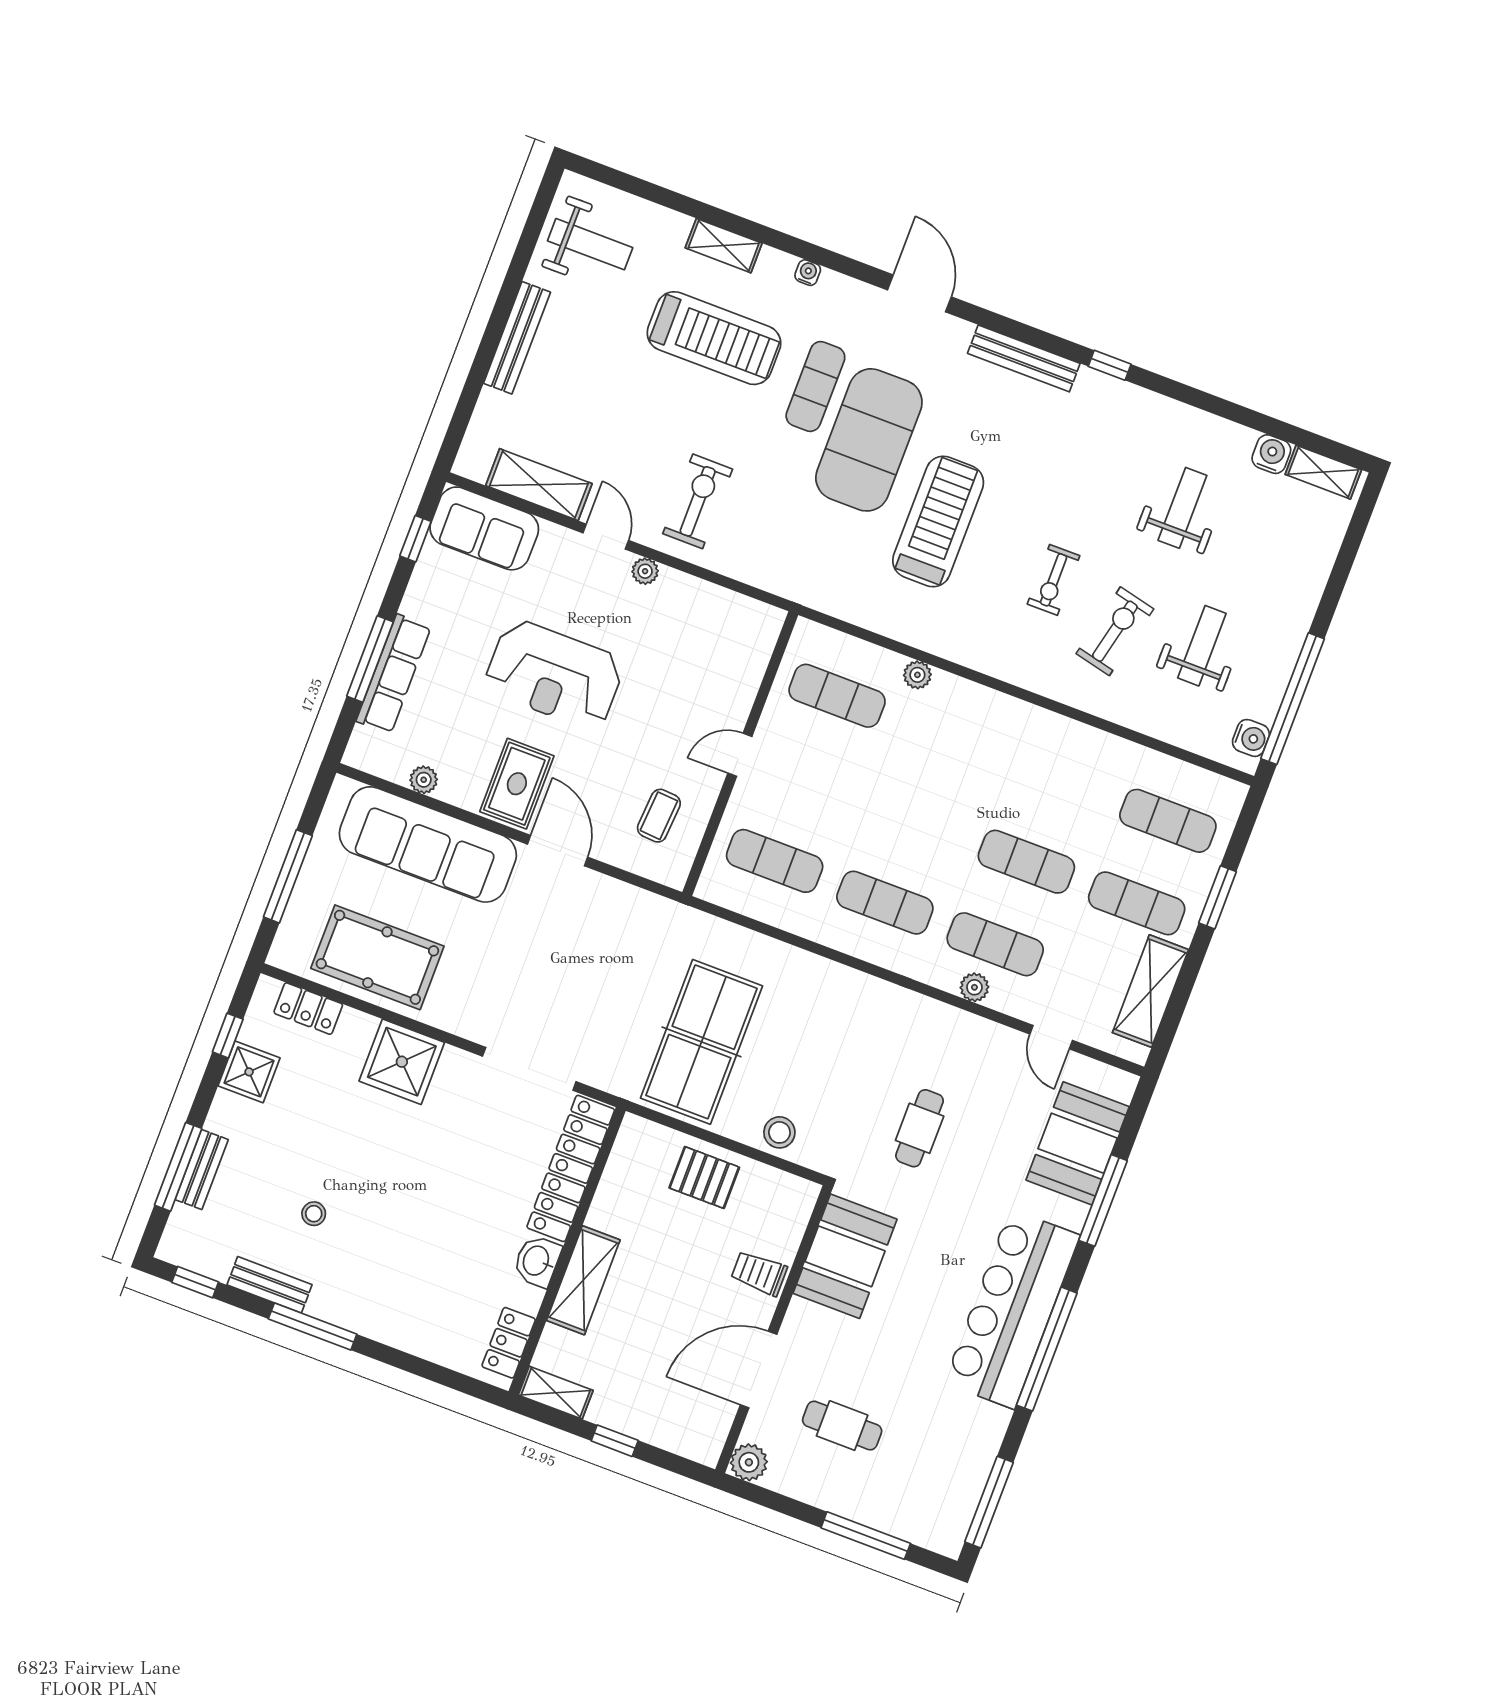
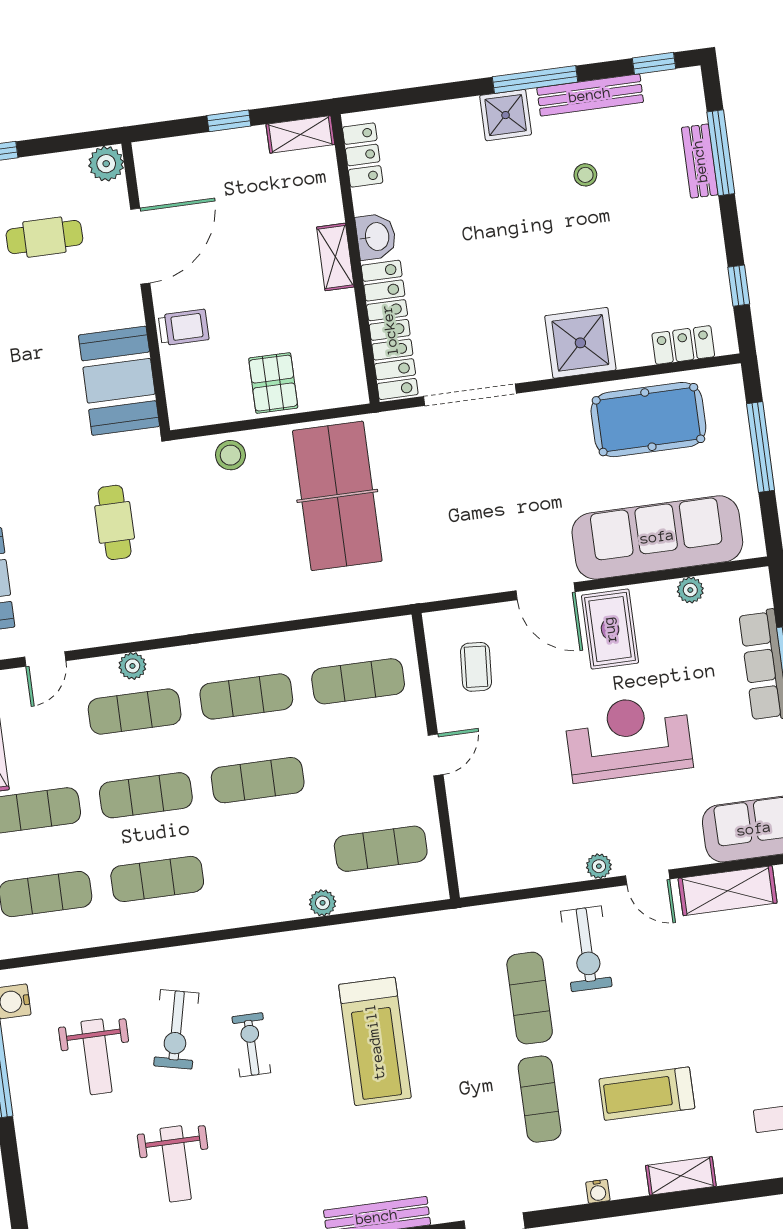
treadmill: (714, 338) -> (647, 1094), width x0.73, depth x0.73
exercise mat: (869, 440) -> (530, 998), moved, width x0.50, depth x0.69
exercise mat: (1058, 779) -> (157, 879), added
exercise mat: (916, 820) -> (258, 780), added
door: (1051, 1037) -> (45, 659), swing flipped
shower: (249, 1072) -> (506, 115), moved
pallet: (704, 1178) -> (273, 383), turned 90
shelving: (583, 1280) -> (335, 257), width x0.67, depth x0.75
bench: (270, 1285) -> (590, 95), width x1.36

